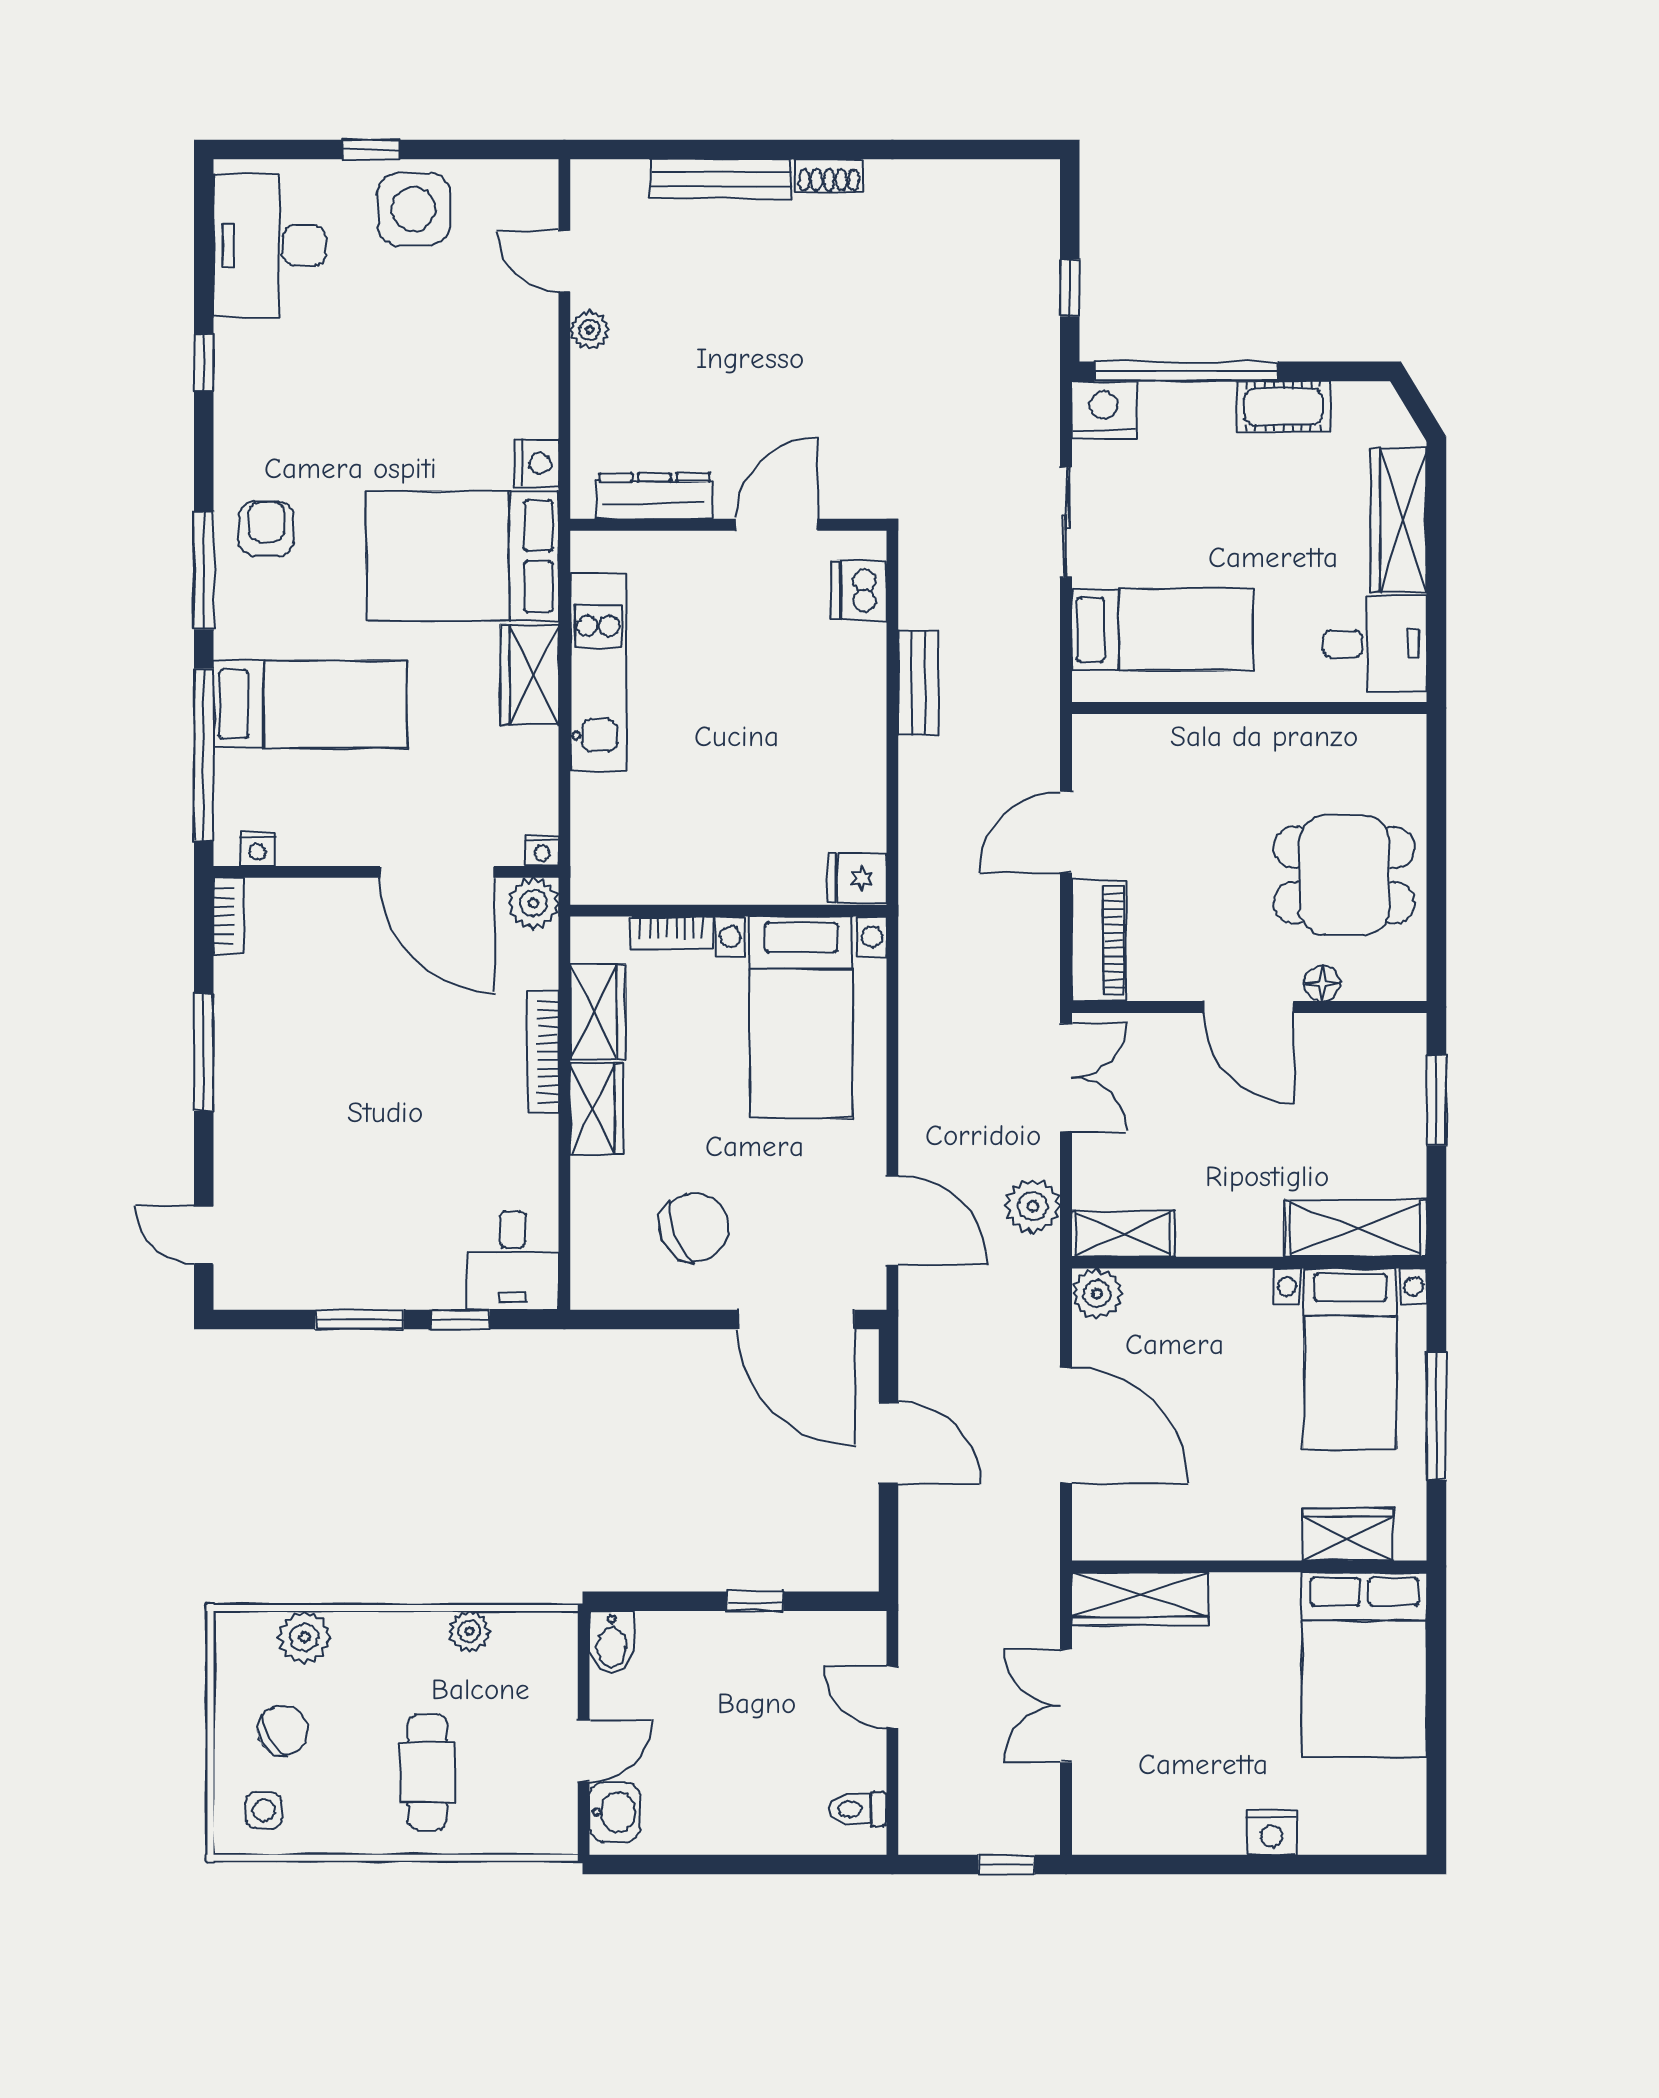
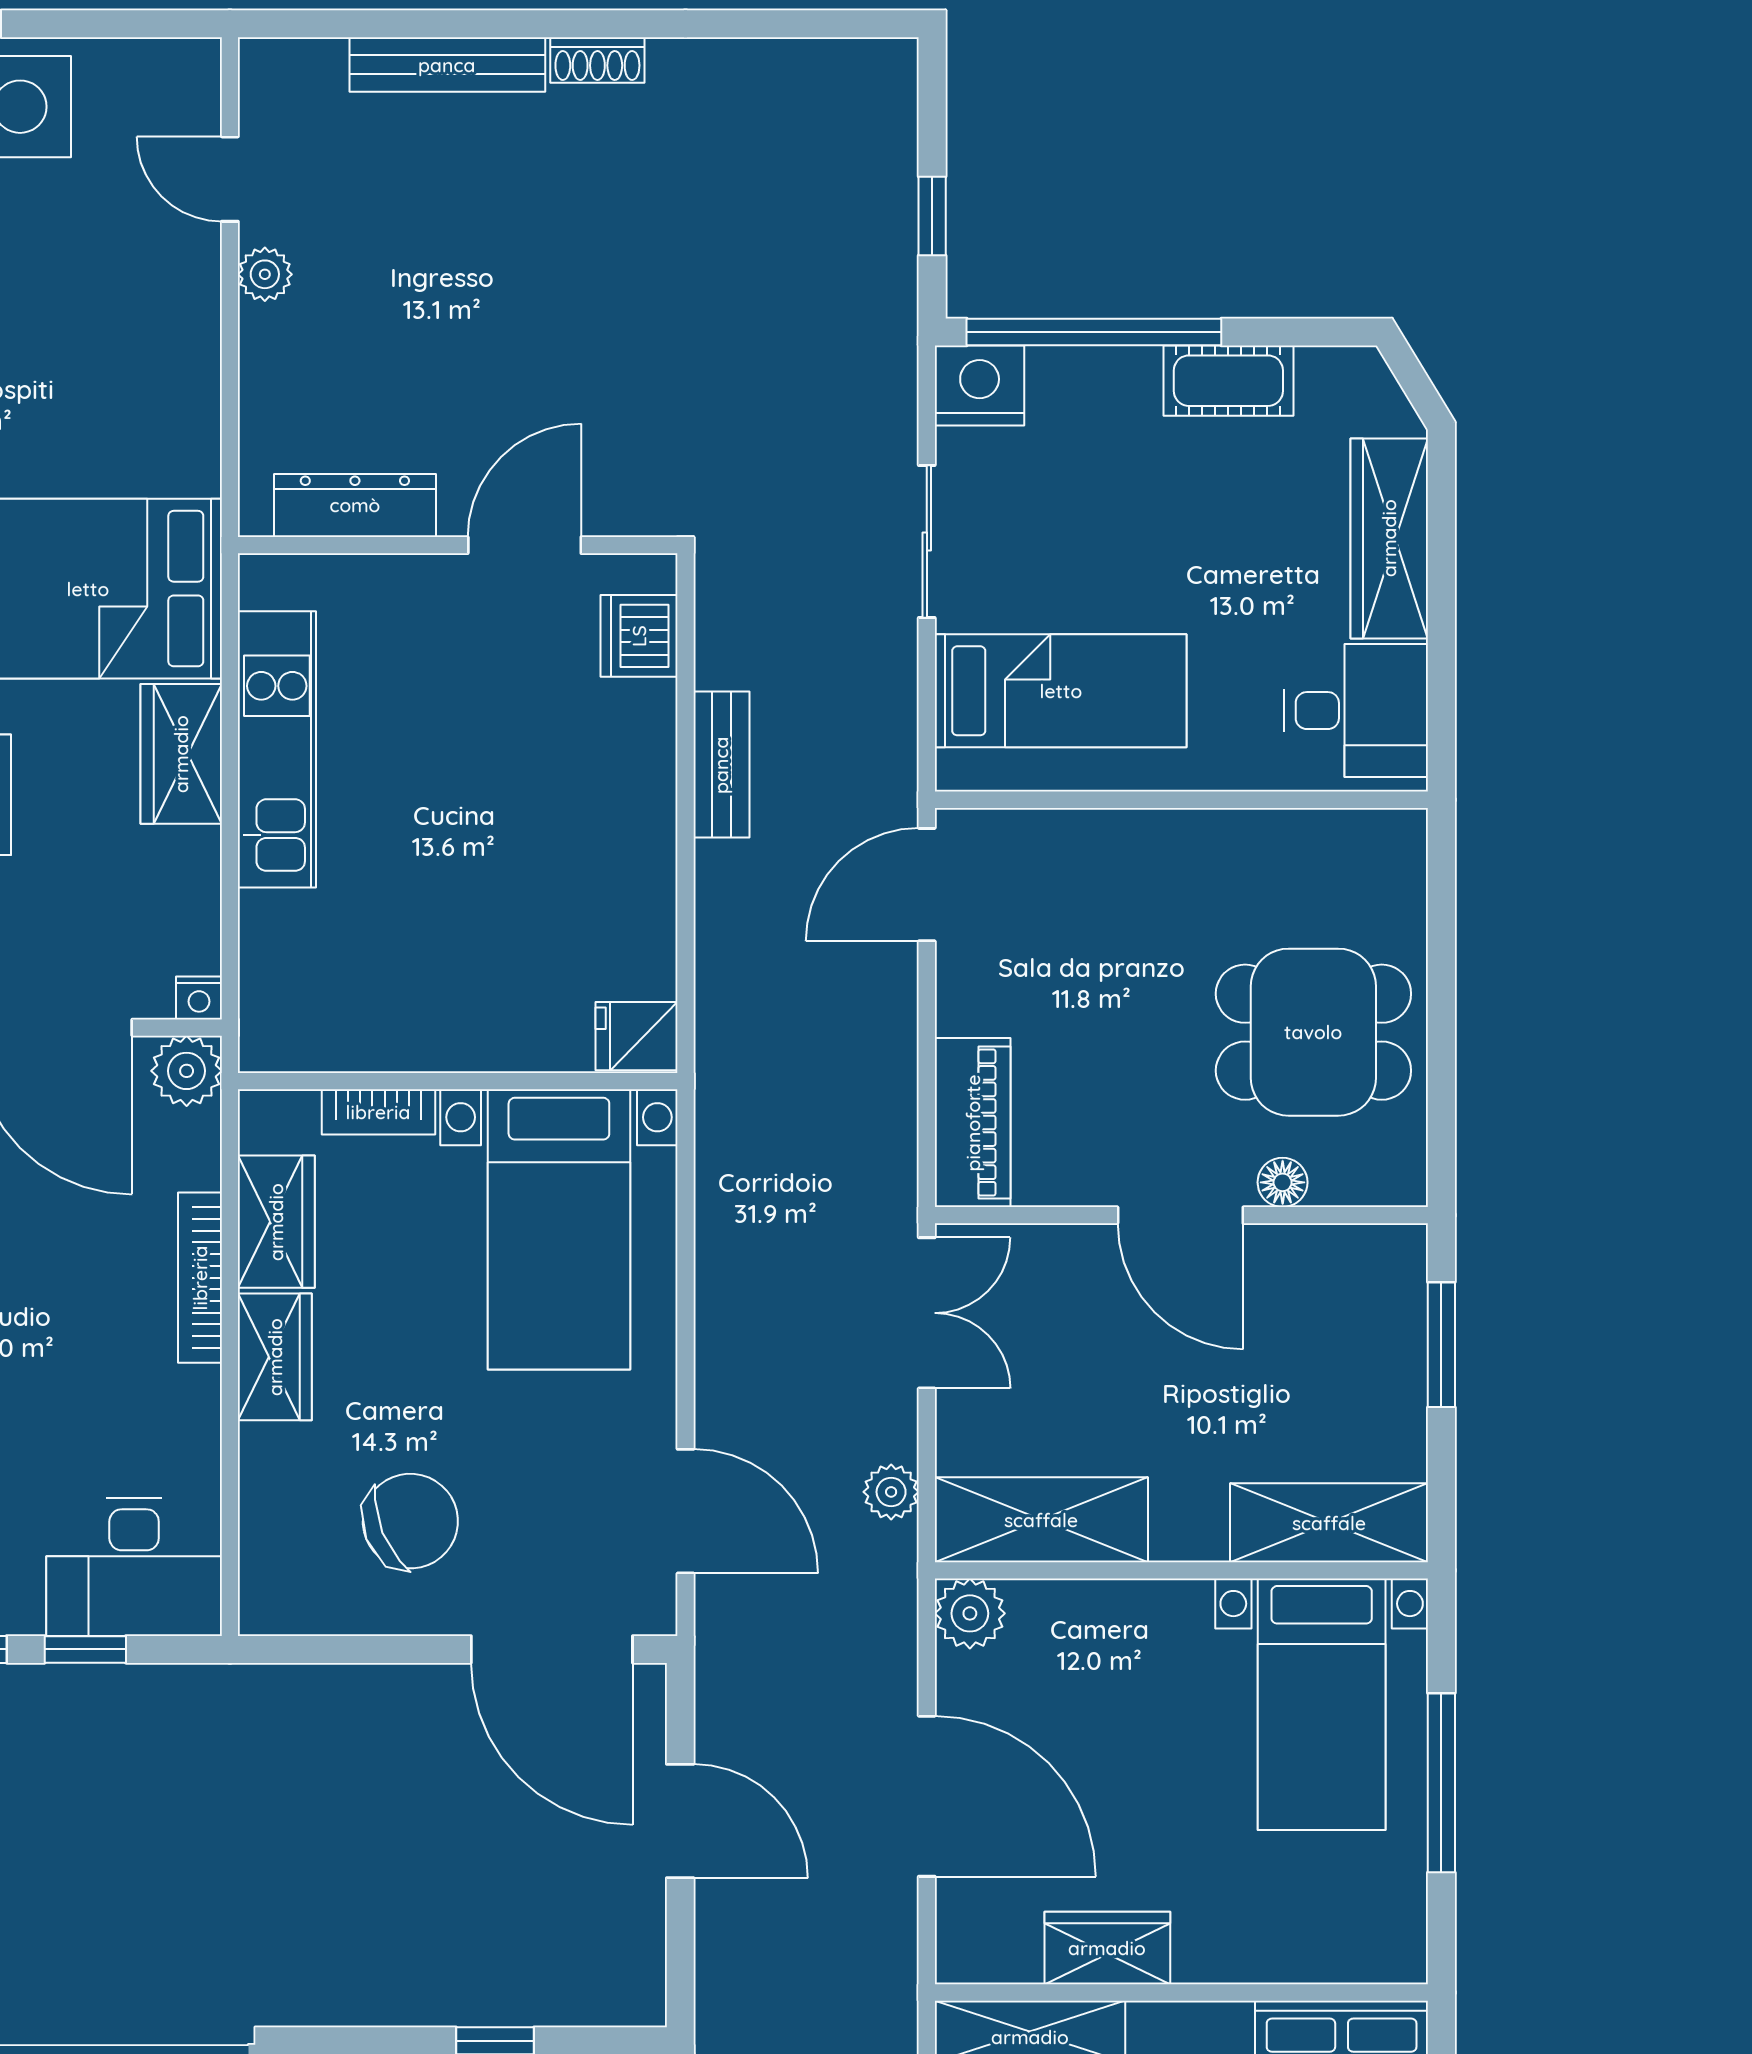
nightstand: (537, 463) -> (191, 460), removed
door: (1066, 832) -> (927, 885), moved
plant: (1033, 1206) -> (891, 1492), width x0.73, depth x0.73
shelving: (1123, 1234) -> (1041, 1520), width x1.50, depth x1.33
desk: (513, 1260) -> (134, 1567), width x1.37
wardrobe: (1348, 1534) -> (1107, 1948), moved

